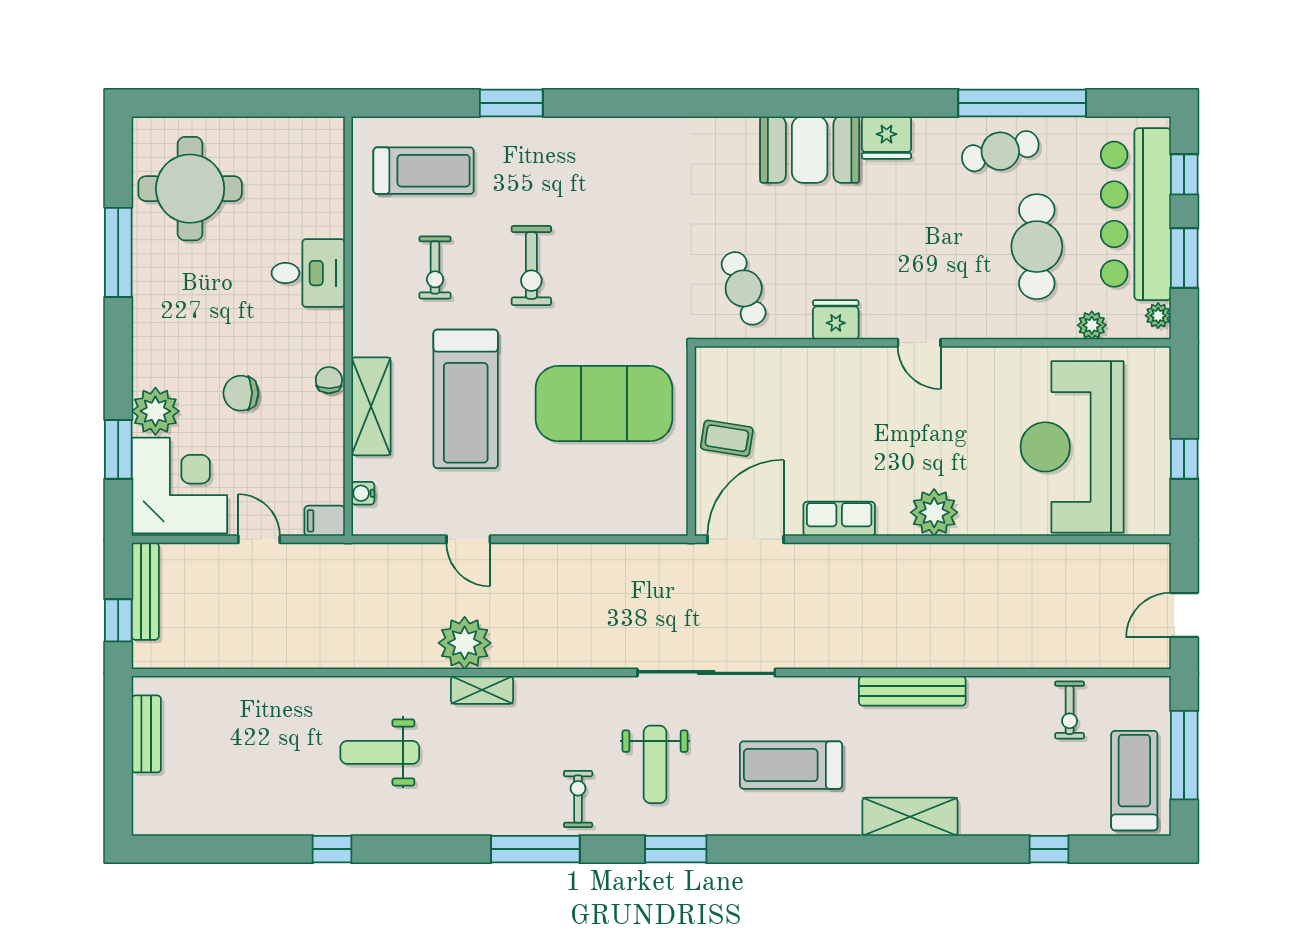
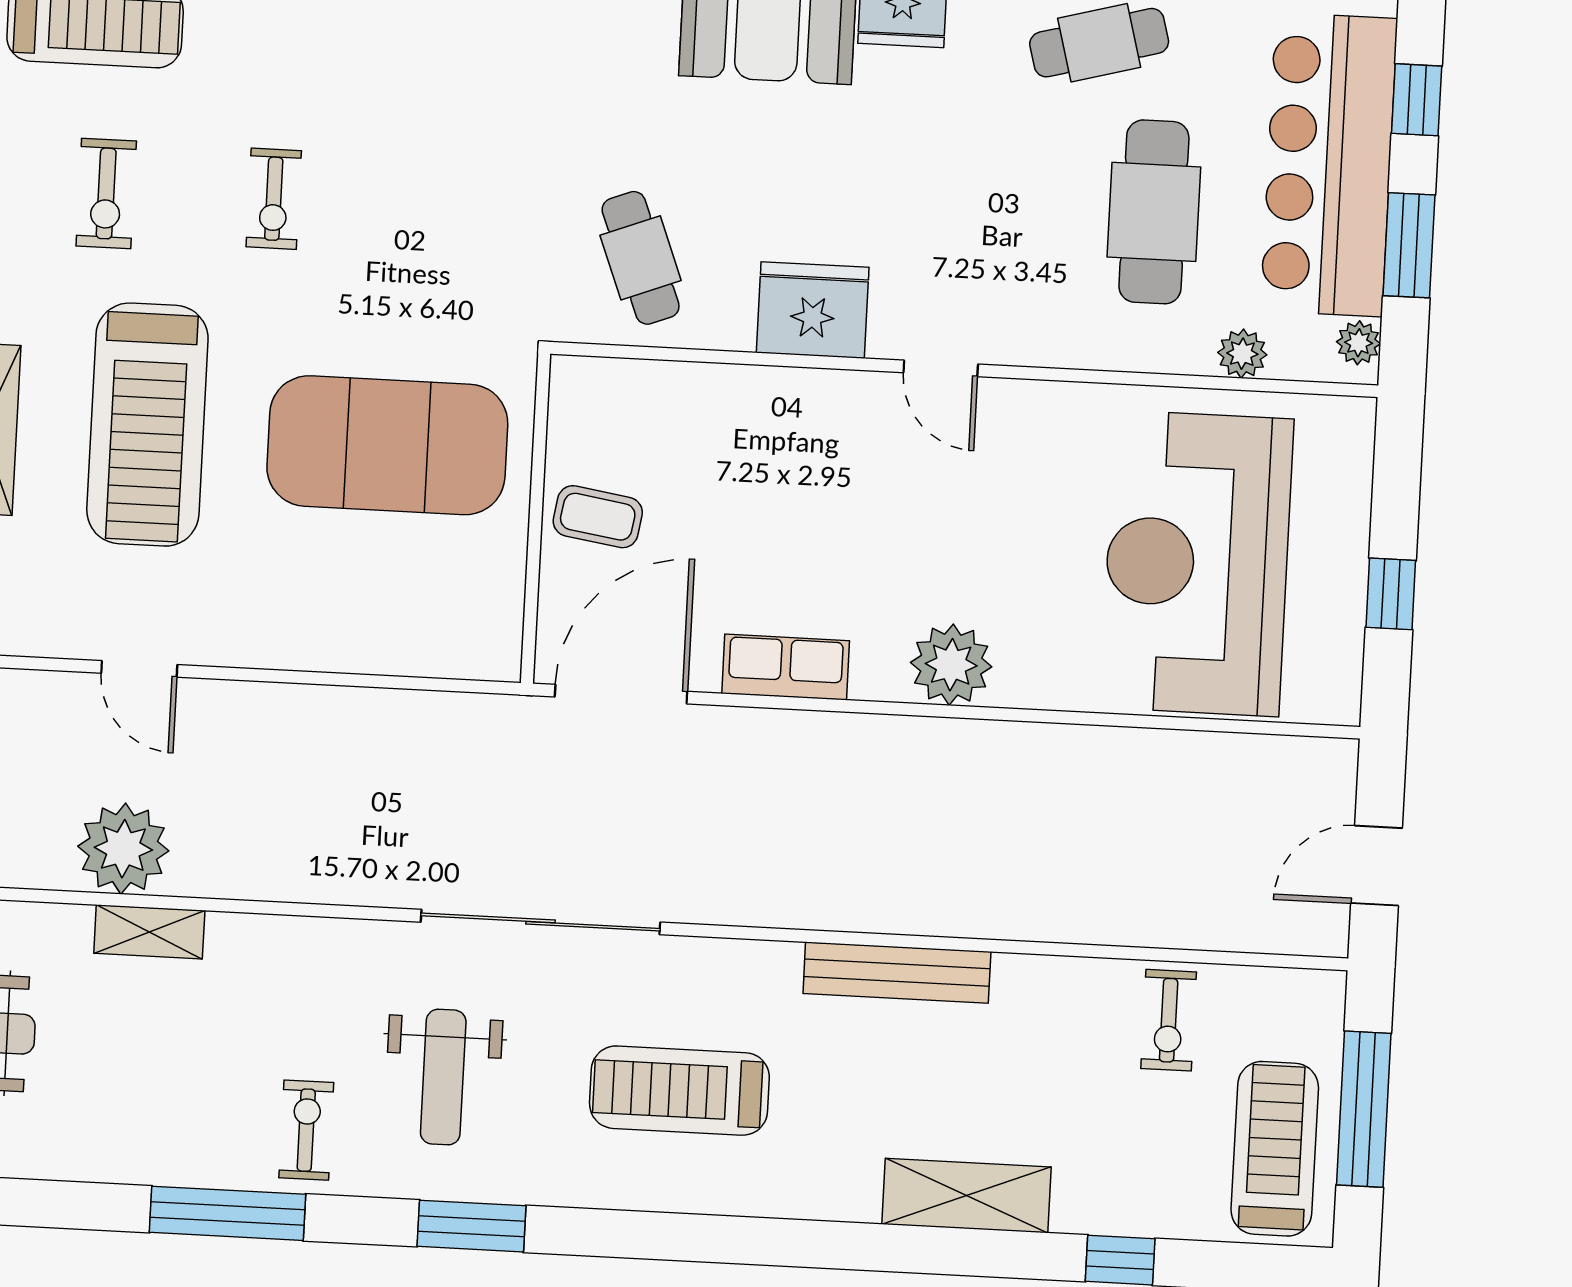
exercise bike: (531, 266) -> (274, 199), width x0.73, depth x0.72
fridge: (836, 320) -> (813, 310), width x1.36, depth x1.34
shelving: (910, 817) -> (967, 1196), moved

